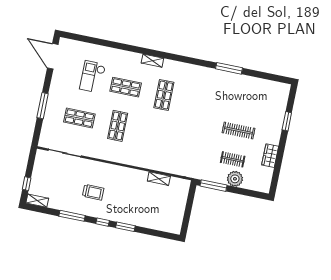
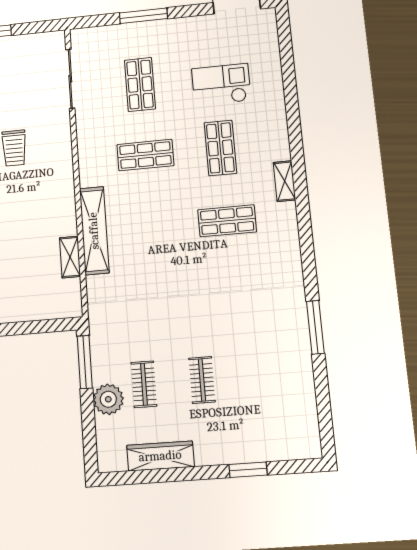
clothes rail: (239, 131) -> (202, 380), width x0.73
wardrobe: (270, 156) -> (160, 456), width x1.50
shelving: (149, 163) -> (94, 231), added

